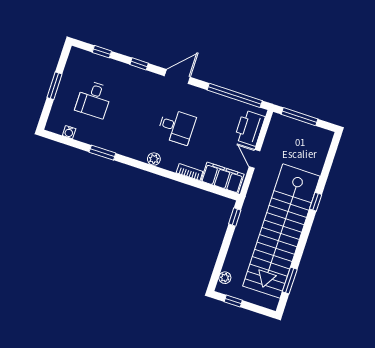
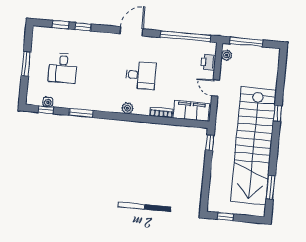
window: (139, 64) -> (83, 27), moved
printer: (250, 128) -> (208, 62), width x0.53, depth x0.68
window: (65, 140) -> (46, 110), added
plant: (225, 278) -> (227, 55), moved

